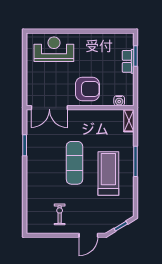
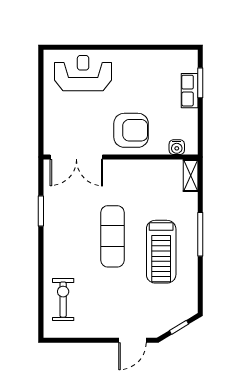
treadmill: (108, 174) -> (161, 252), turned 180
exercise bike: (60, 214) -> (63, 300), moved, width x1.38, depth x1.39

